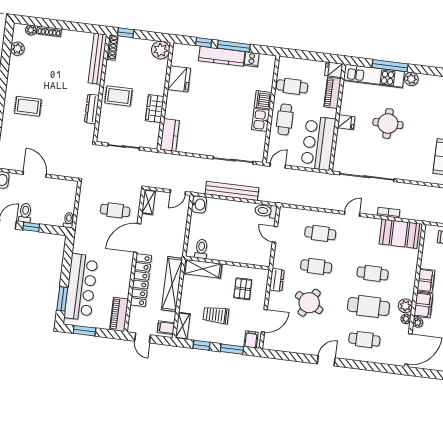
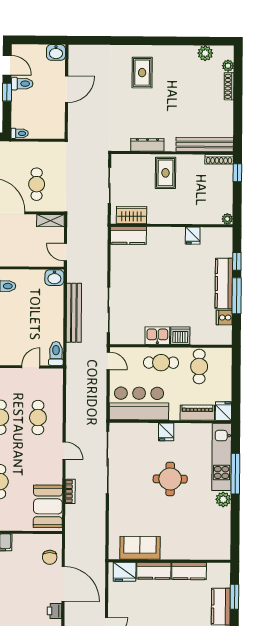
plant: (161, 50) -> (227, 219), width x0.53, depth x0.53
fridge: (179, 79) -> (193, 236), width x0.53, depth x0.75
wardrobe: (155, 109) -> (132, 215), moved

